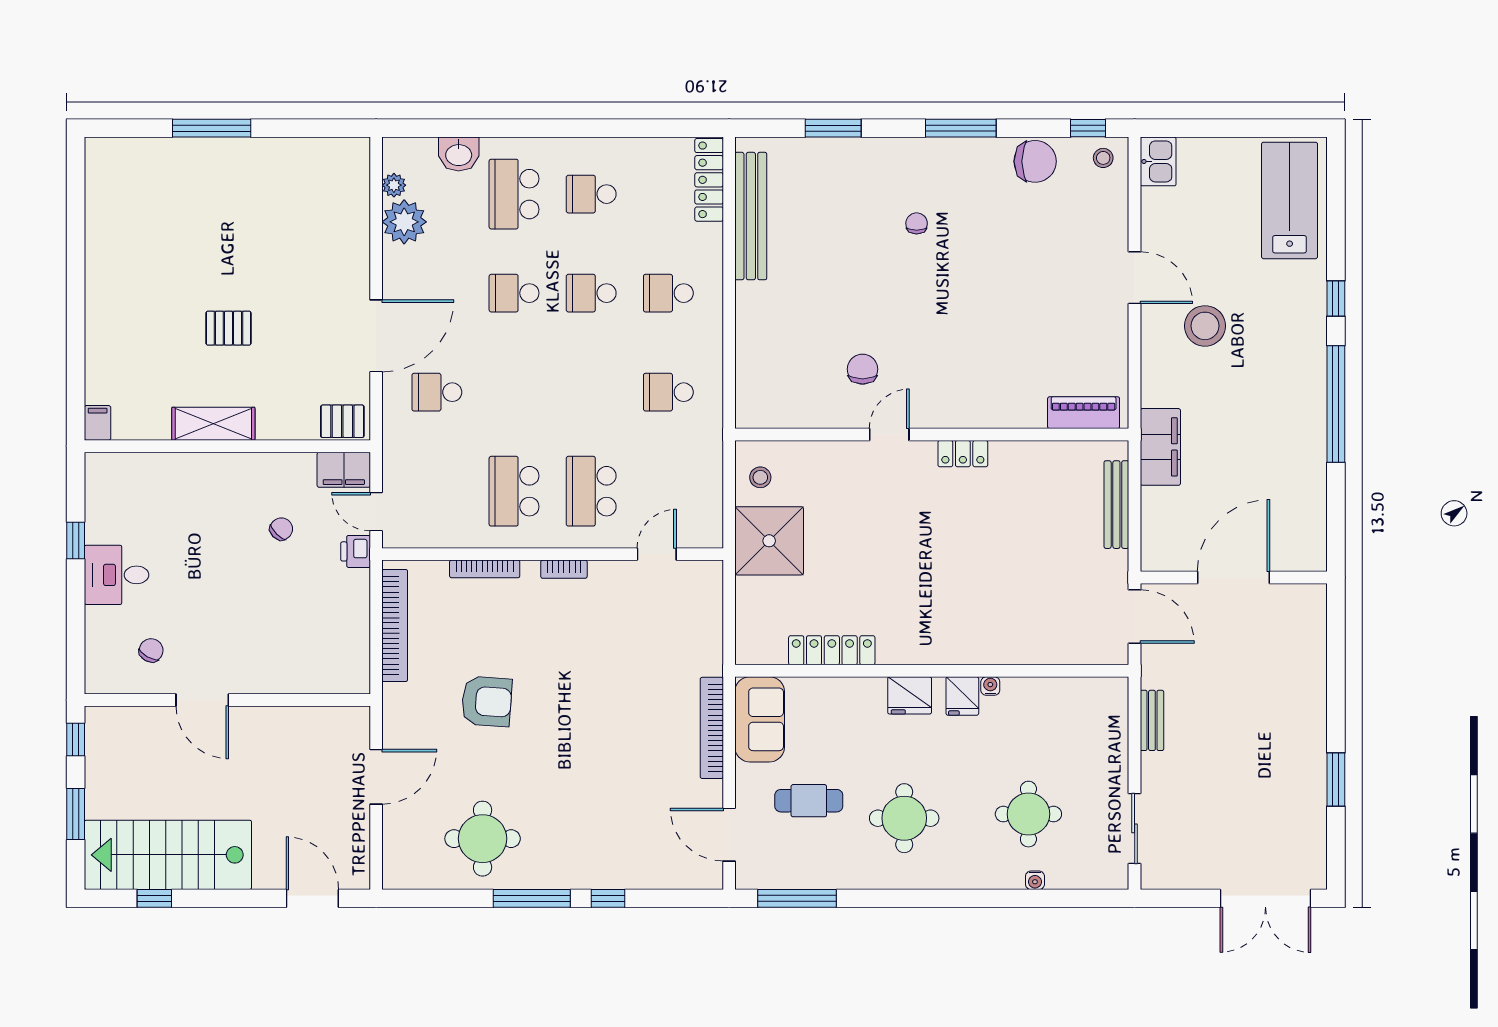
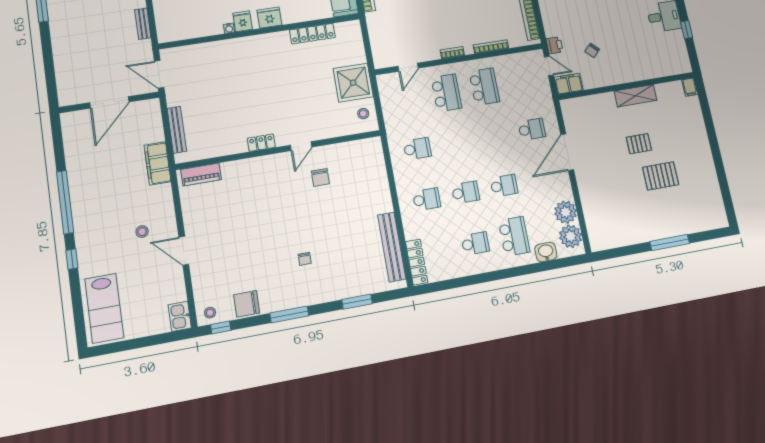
plant: (394, 185) -> (570, 236), width x1.88, depth x1.88
stool: (1205, 326) -> (142, 232), width x0.53, depth x0.53
pallet: (342, 421) -> (661, 176), moved, width x1.50, depth x1.42

